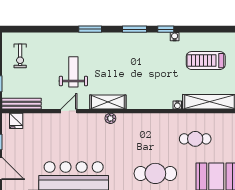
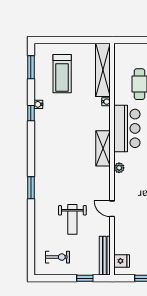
window: (135, 29) -> (31, 67), moved
weight bench: (73, 72) -> (72, 219), moved, turned -90
shelving: (108, 102) -> (103, 148), moved
bar counter: (150, 126) -> (127, 128), added

